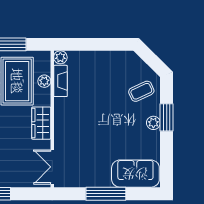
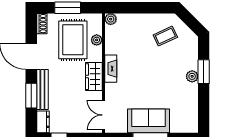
fireplace: (60, 81) -> (111, 69), moved
coffee table: (141, 91) -> (165, 36), moved
sofa: (135, 174) -> (149, 121), moved

